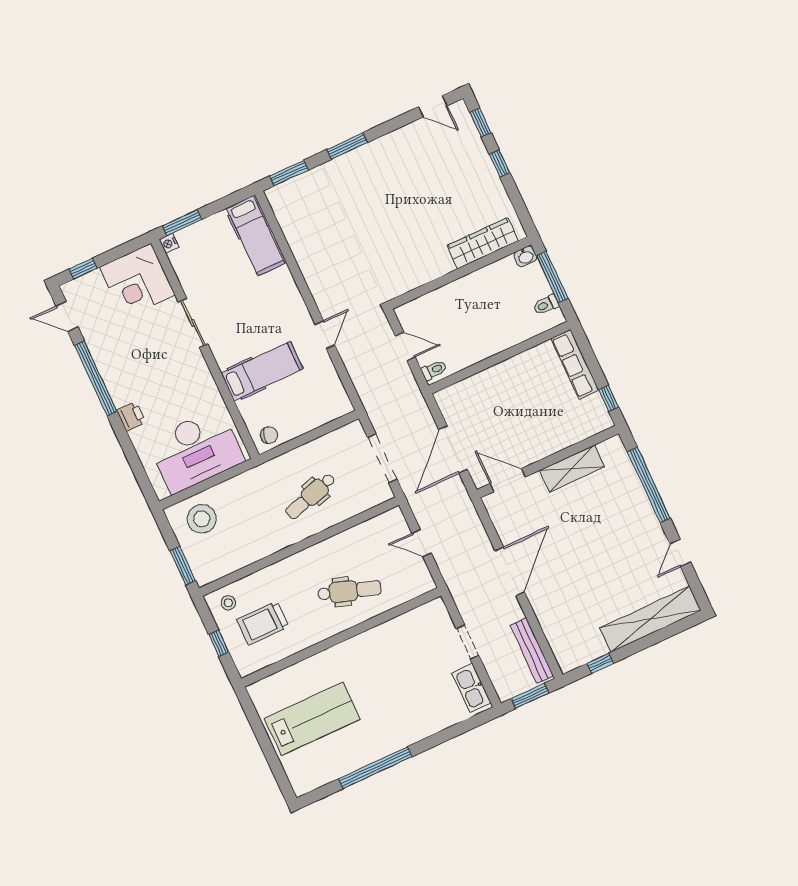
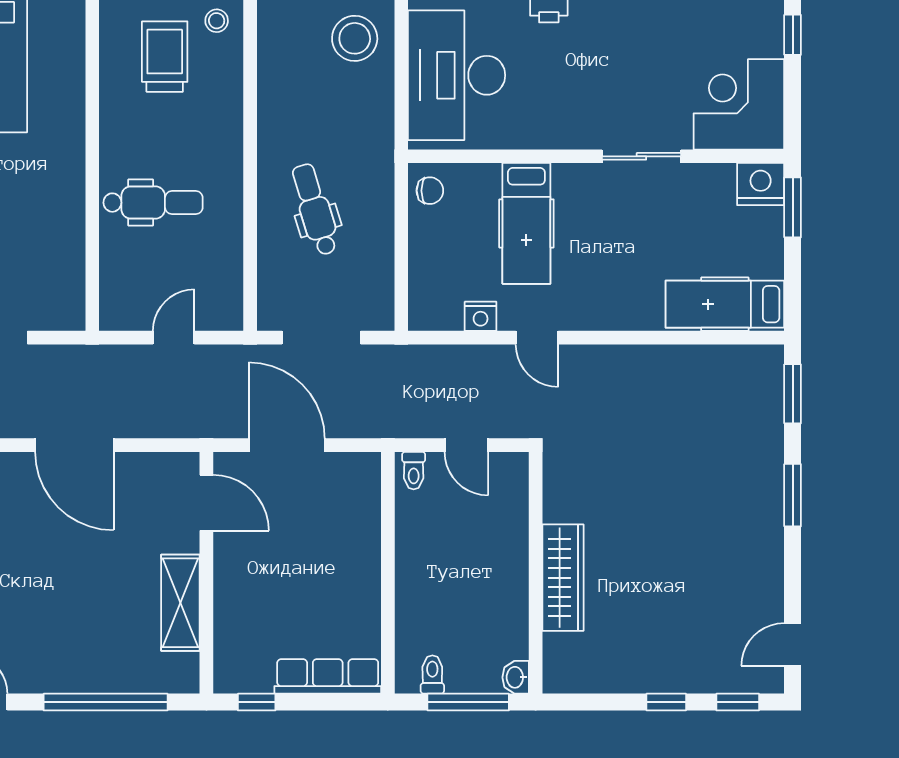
nightstand: (169, 243) -> (761, 184), width x1.89, depth x1.79
wardrobe: (483, 243) -> (563, 578), moved
door: (405, 347) -> (466, 445), hinge flipped
nightstand: (328, 373) -> (481, 316), added
chair: (269, 435) -> (430, 191), turned -103
door: (508, 480) -> (206, 503), hinge flipped
dental chair: (350, 591) -> (153, 203), turned -108

